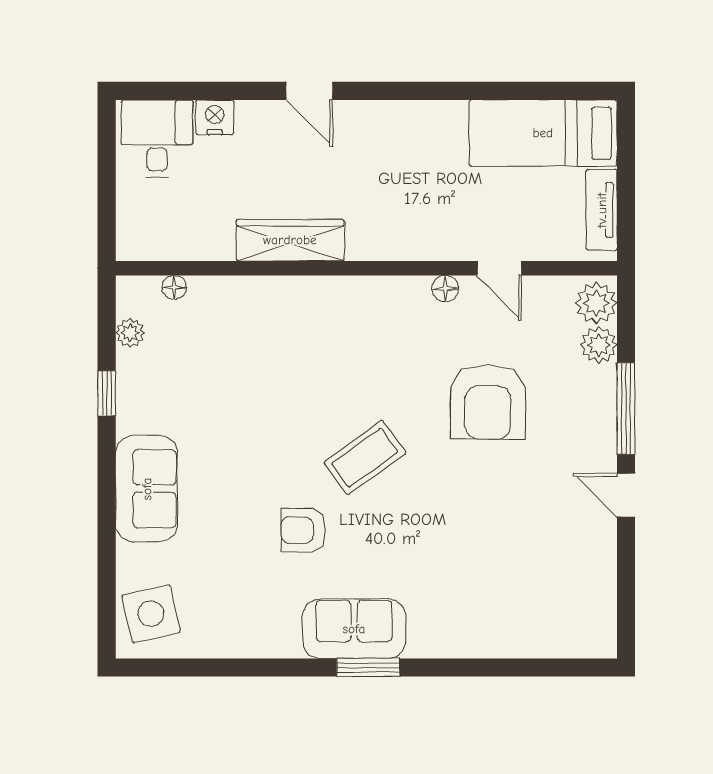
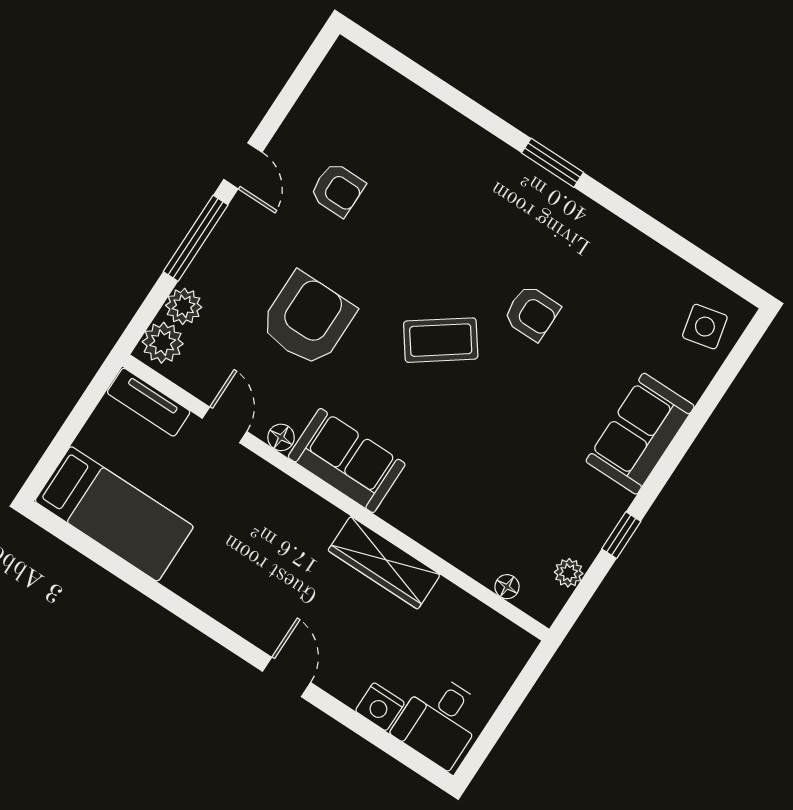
tv unit: (602, 210) -> (149, 402), moved, turned 90
armchair: (534, 527) -> (337, 190), added
side table: (151, 614) -> (705, 327), width x0.73, depth x0.73
sofa: (354, 629) -> (347, 461), moved, turned 180

